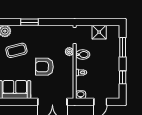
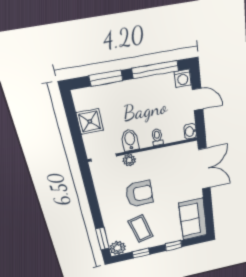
window: (29, 22) -> (102, 239), moved
armchair: (44, 67) -> (139, 194), moved, turned -91
window: (123, 77) -> (155, 69), width x2.17
washing machine: (115, 94) -> (183, 78), added

